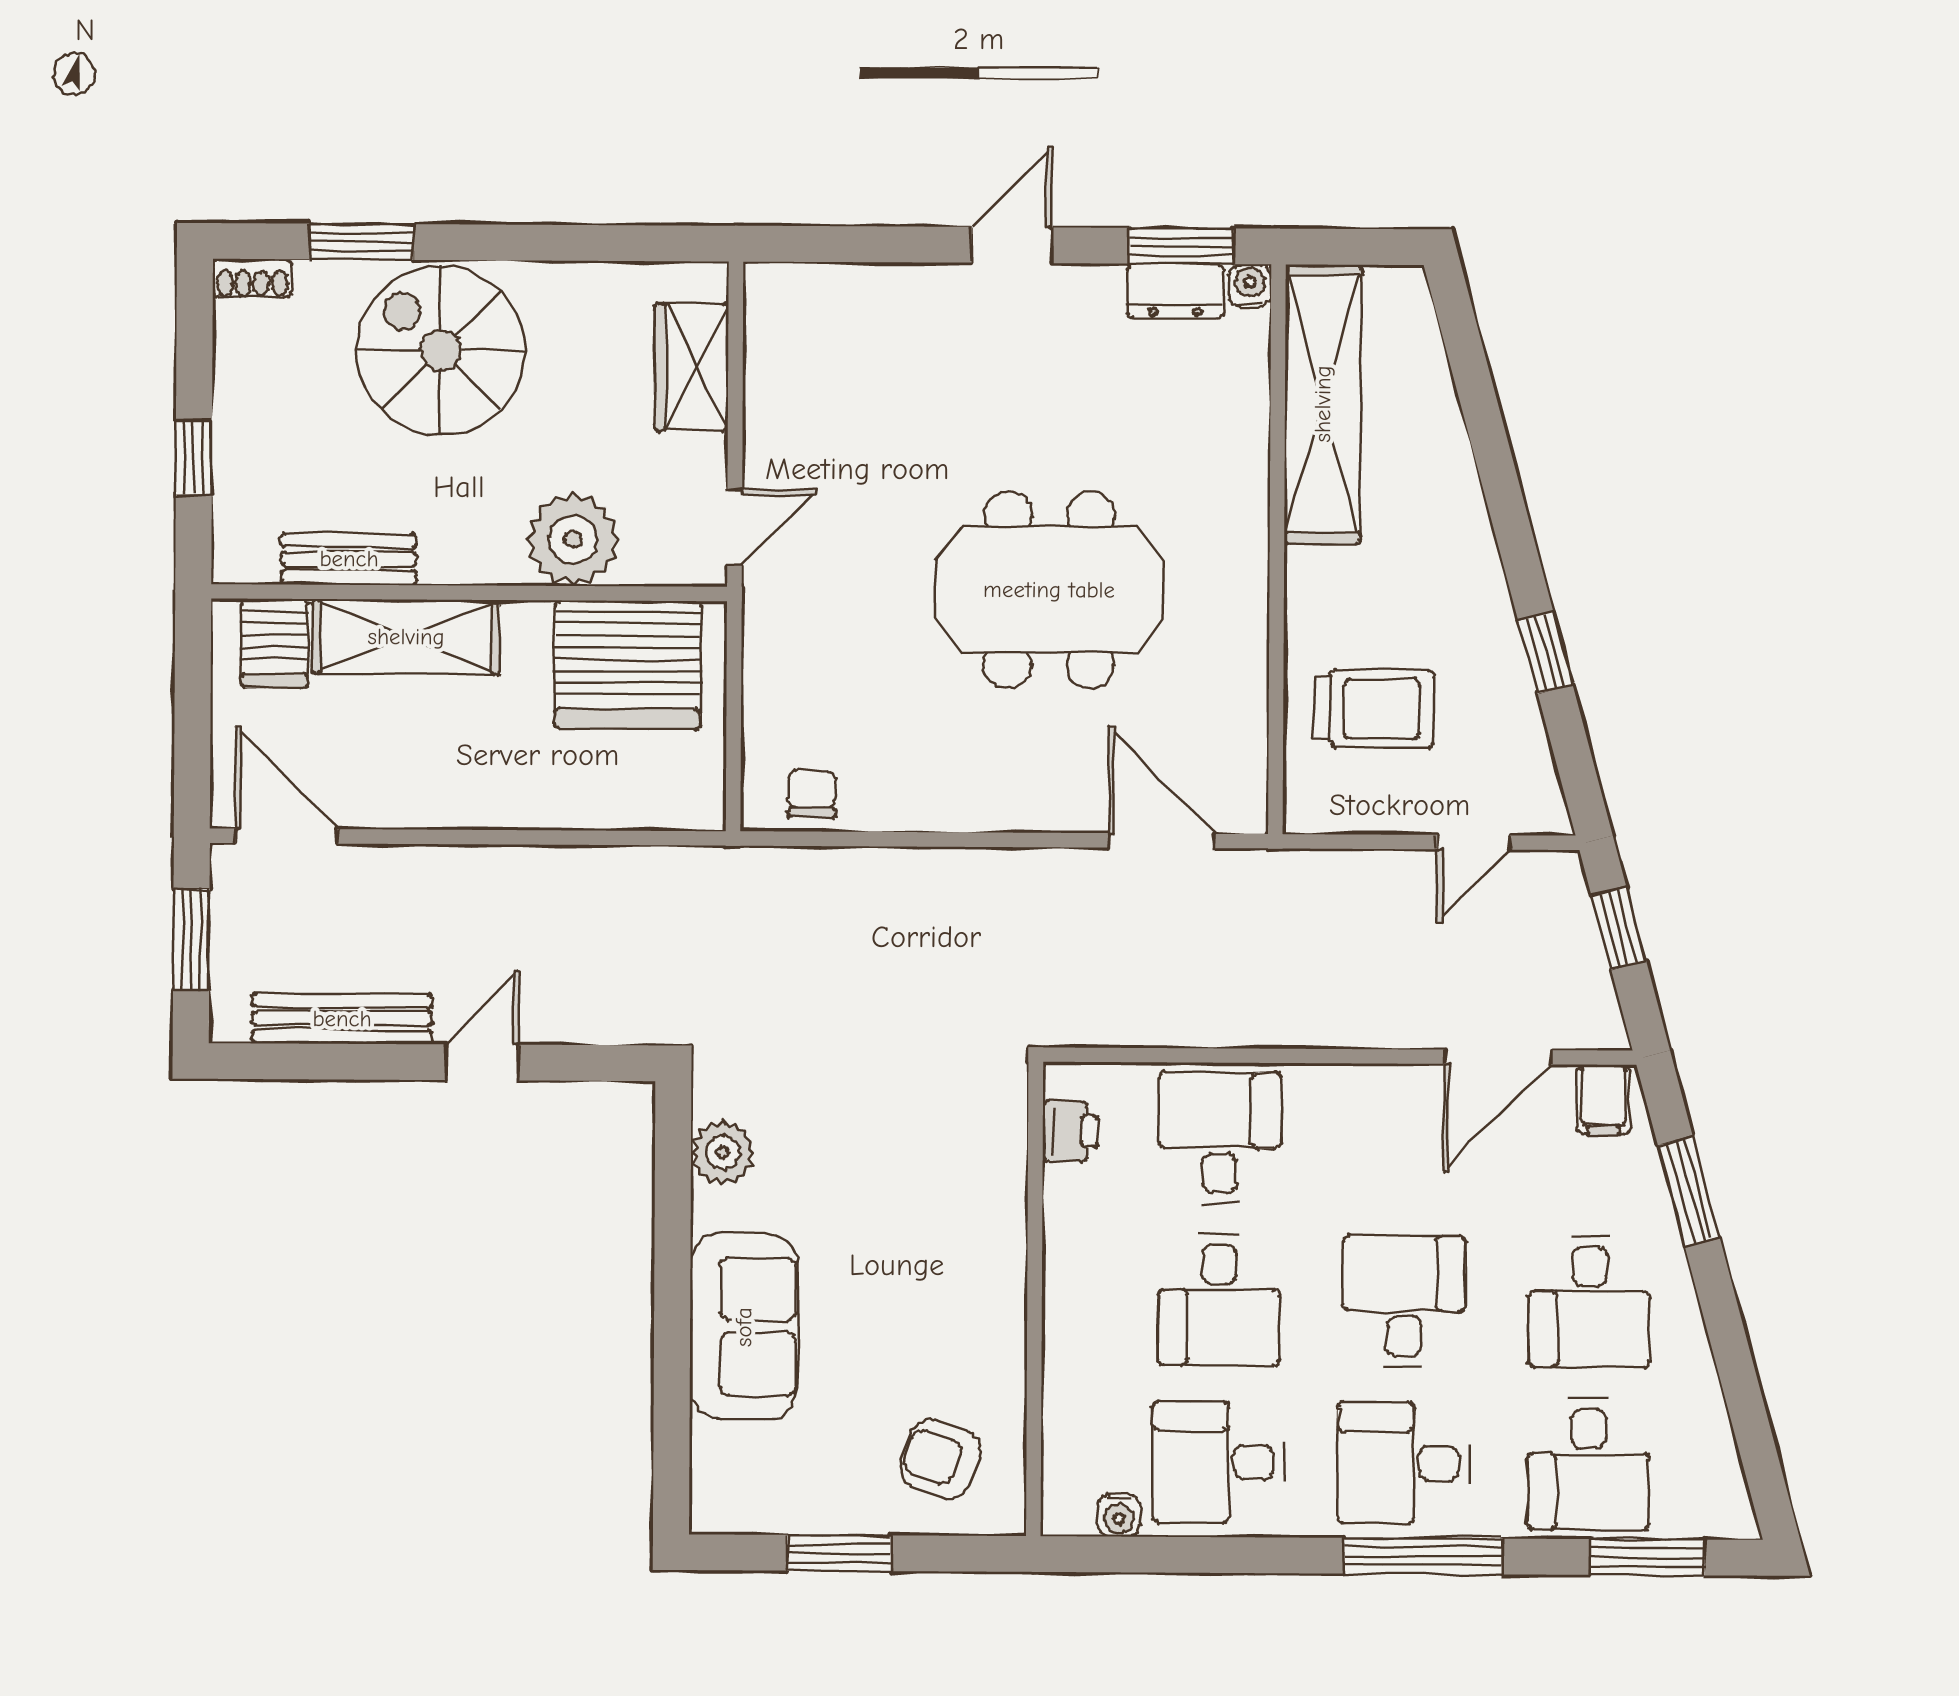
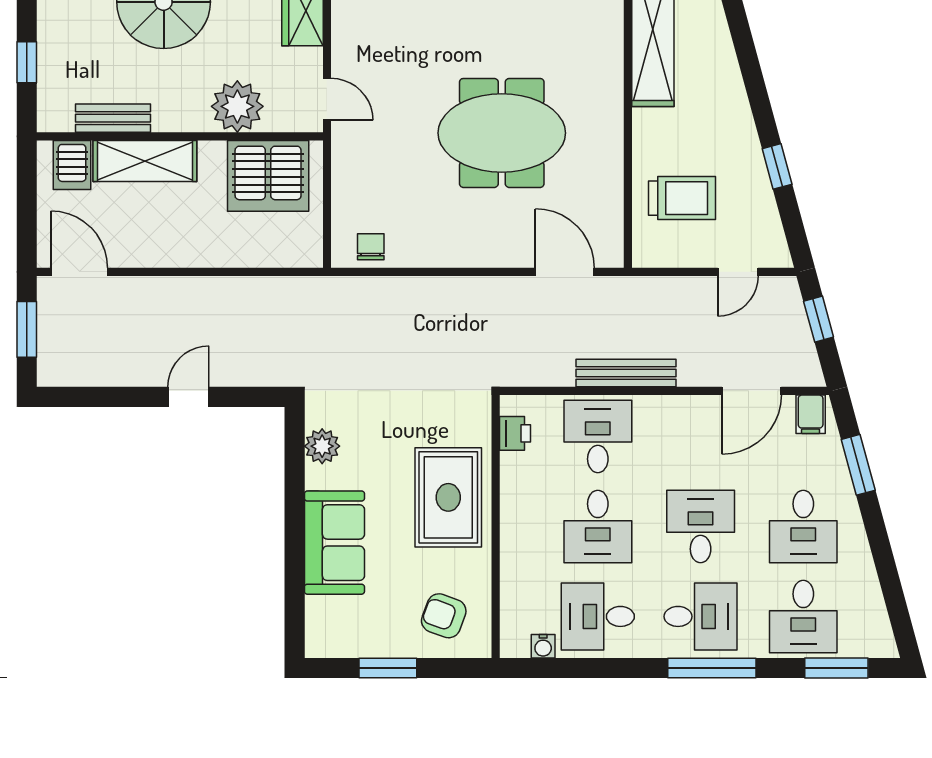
door: (735, 527) -> (327, 99), hinge flipped
bench: (342, 1019) -> (626, 373), moved
rug: (950, 1246) -> (448, 497), added
desk: (1403, 1463) -> (701, 616), turned 180

